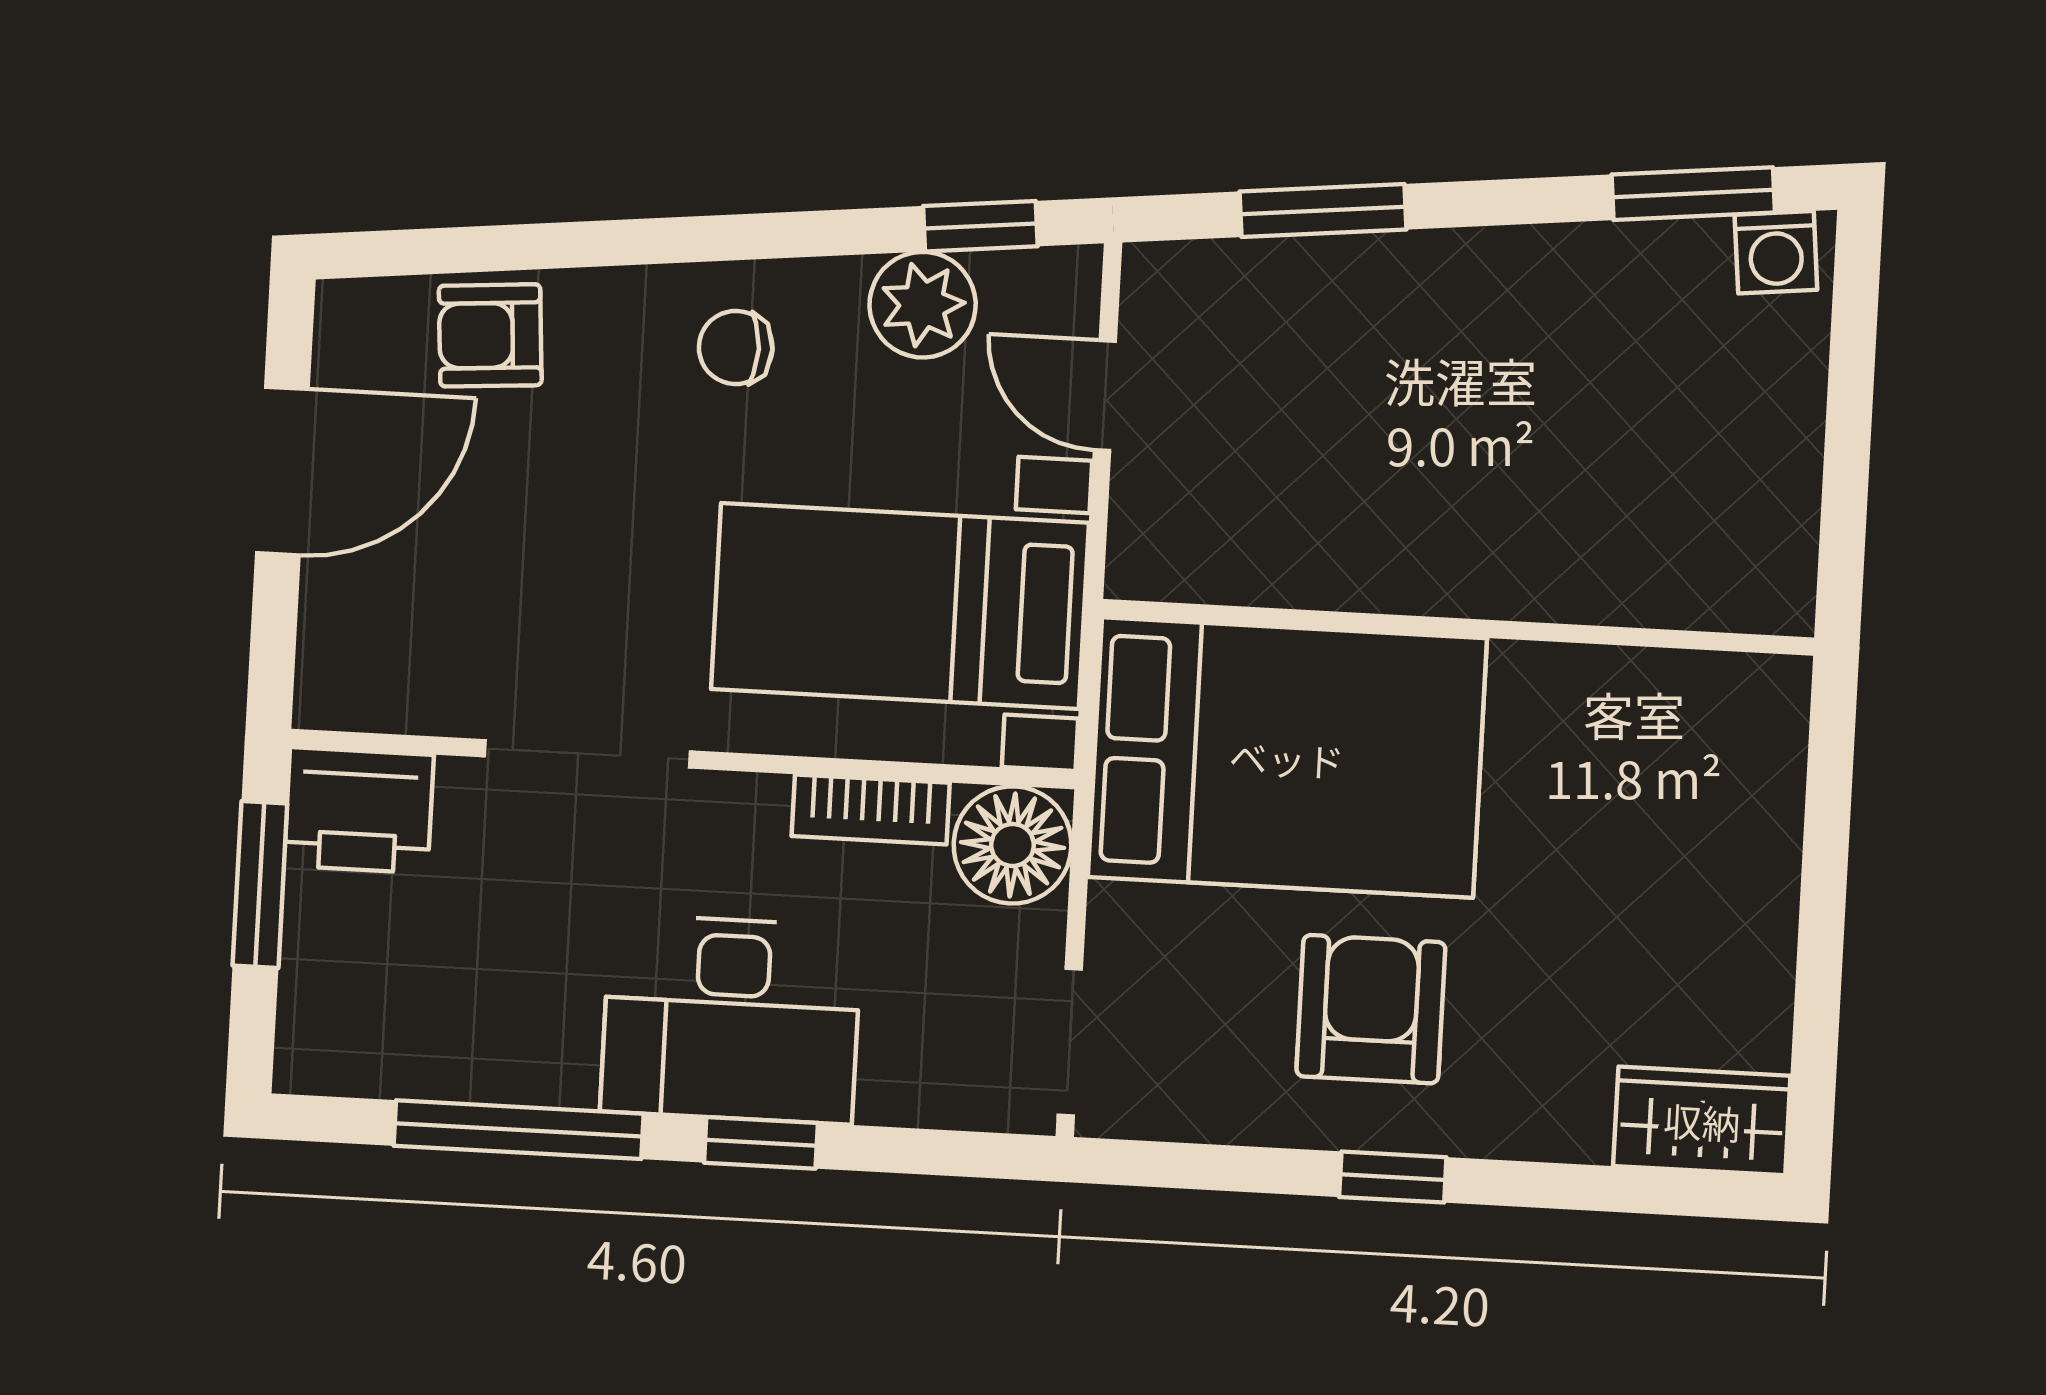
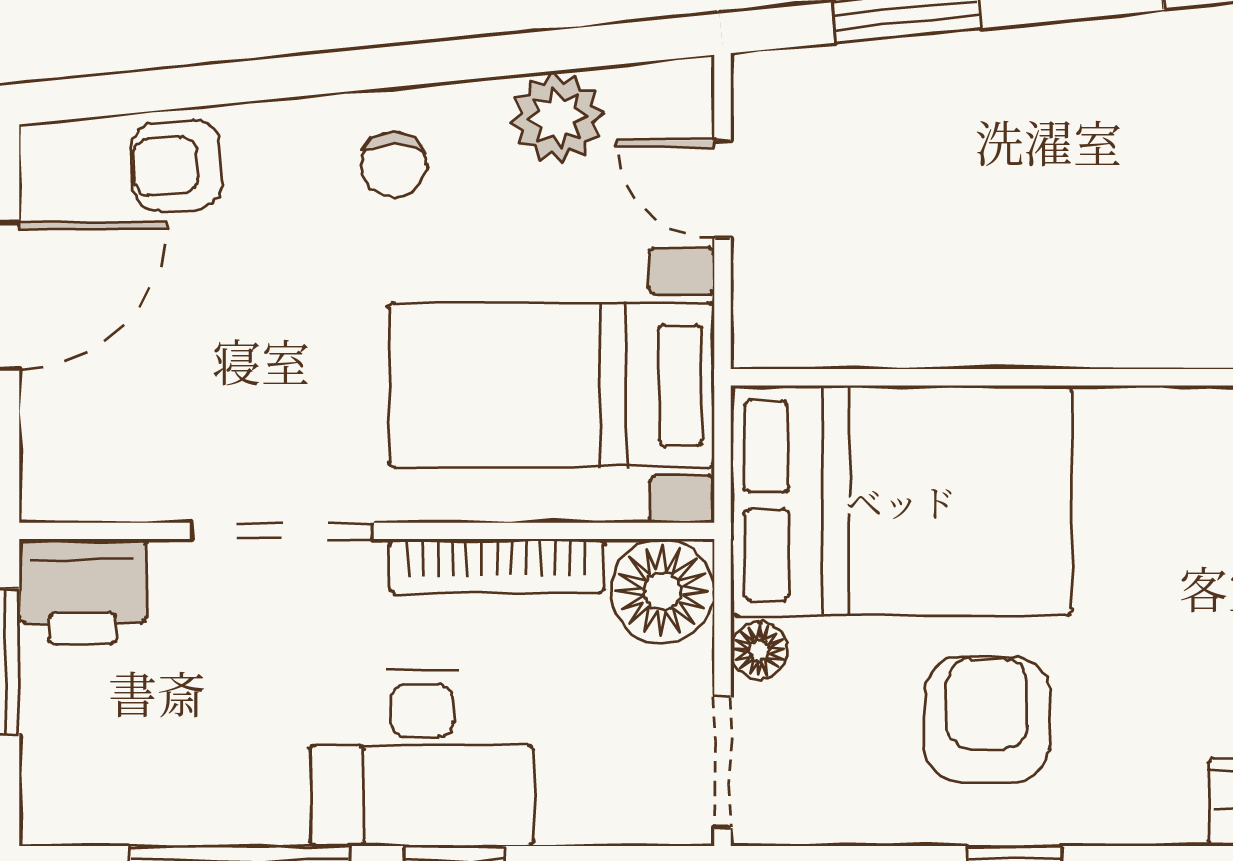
window: (980, 226) -> (604, 45), removed
chair: (736, 347) -> (394, 164), turned -90
bookcase: (871, 809) -> (497, 566), width x1.56
floor lamp: (1118, 918) -> (759, 651), added

